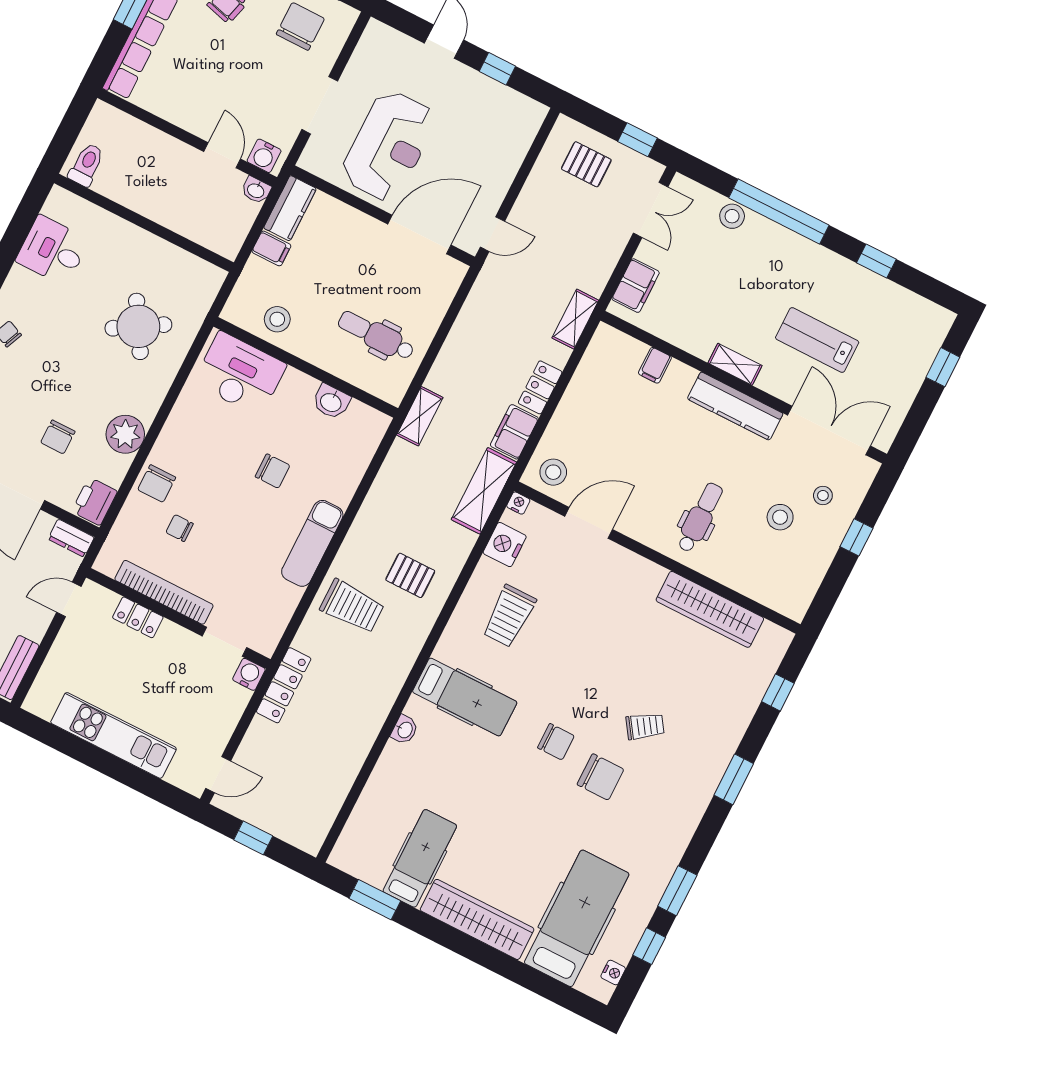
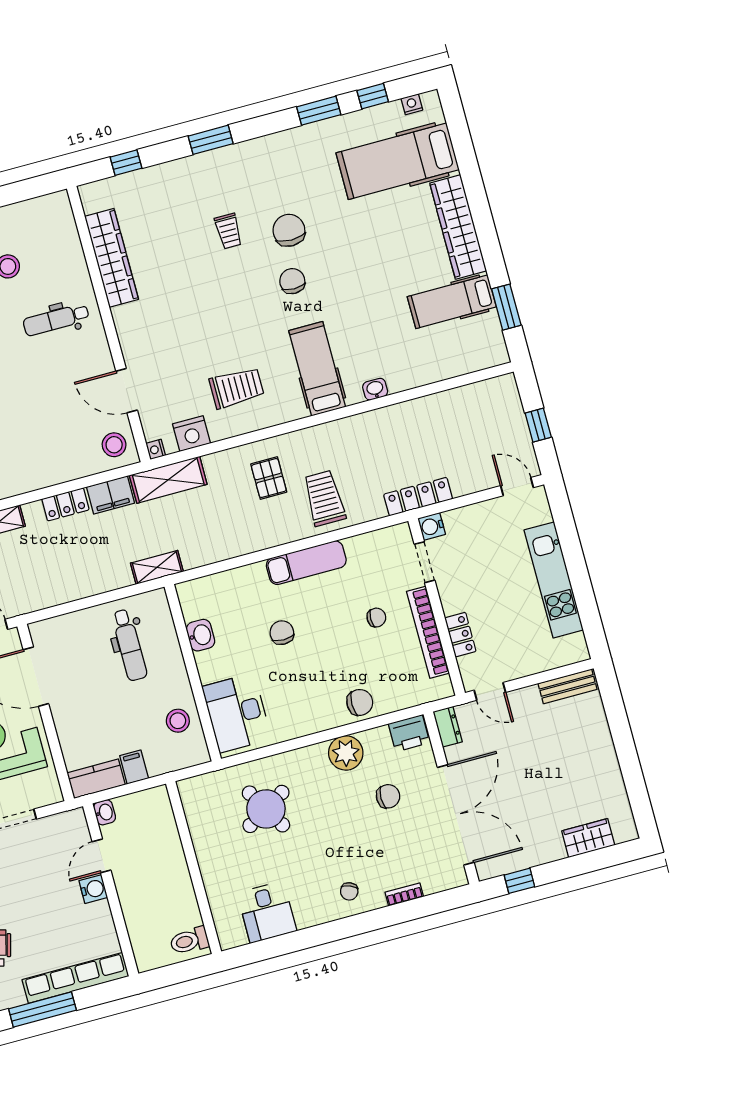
water cooler: (264, 156) -> (93, 889), moved
chair: (180, 528) -> (376, 618), moved, turned -90
trolley: (645, 726) -> (228, 231), turned -146

